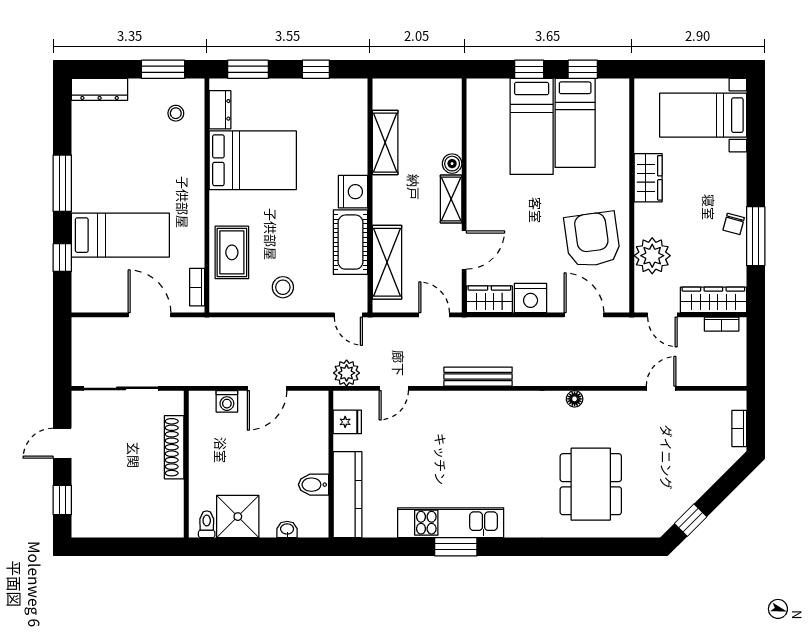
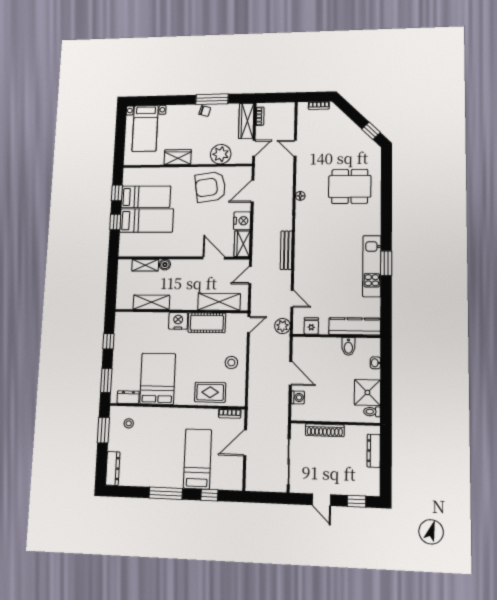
shelving: (451, 199) -> (145, 265), moved
dresser: (144, 527) -> (374, 451), added

